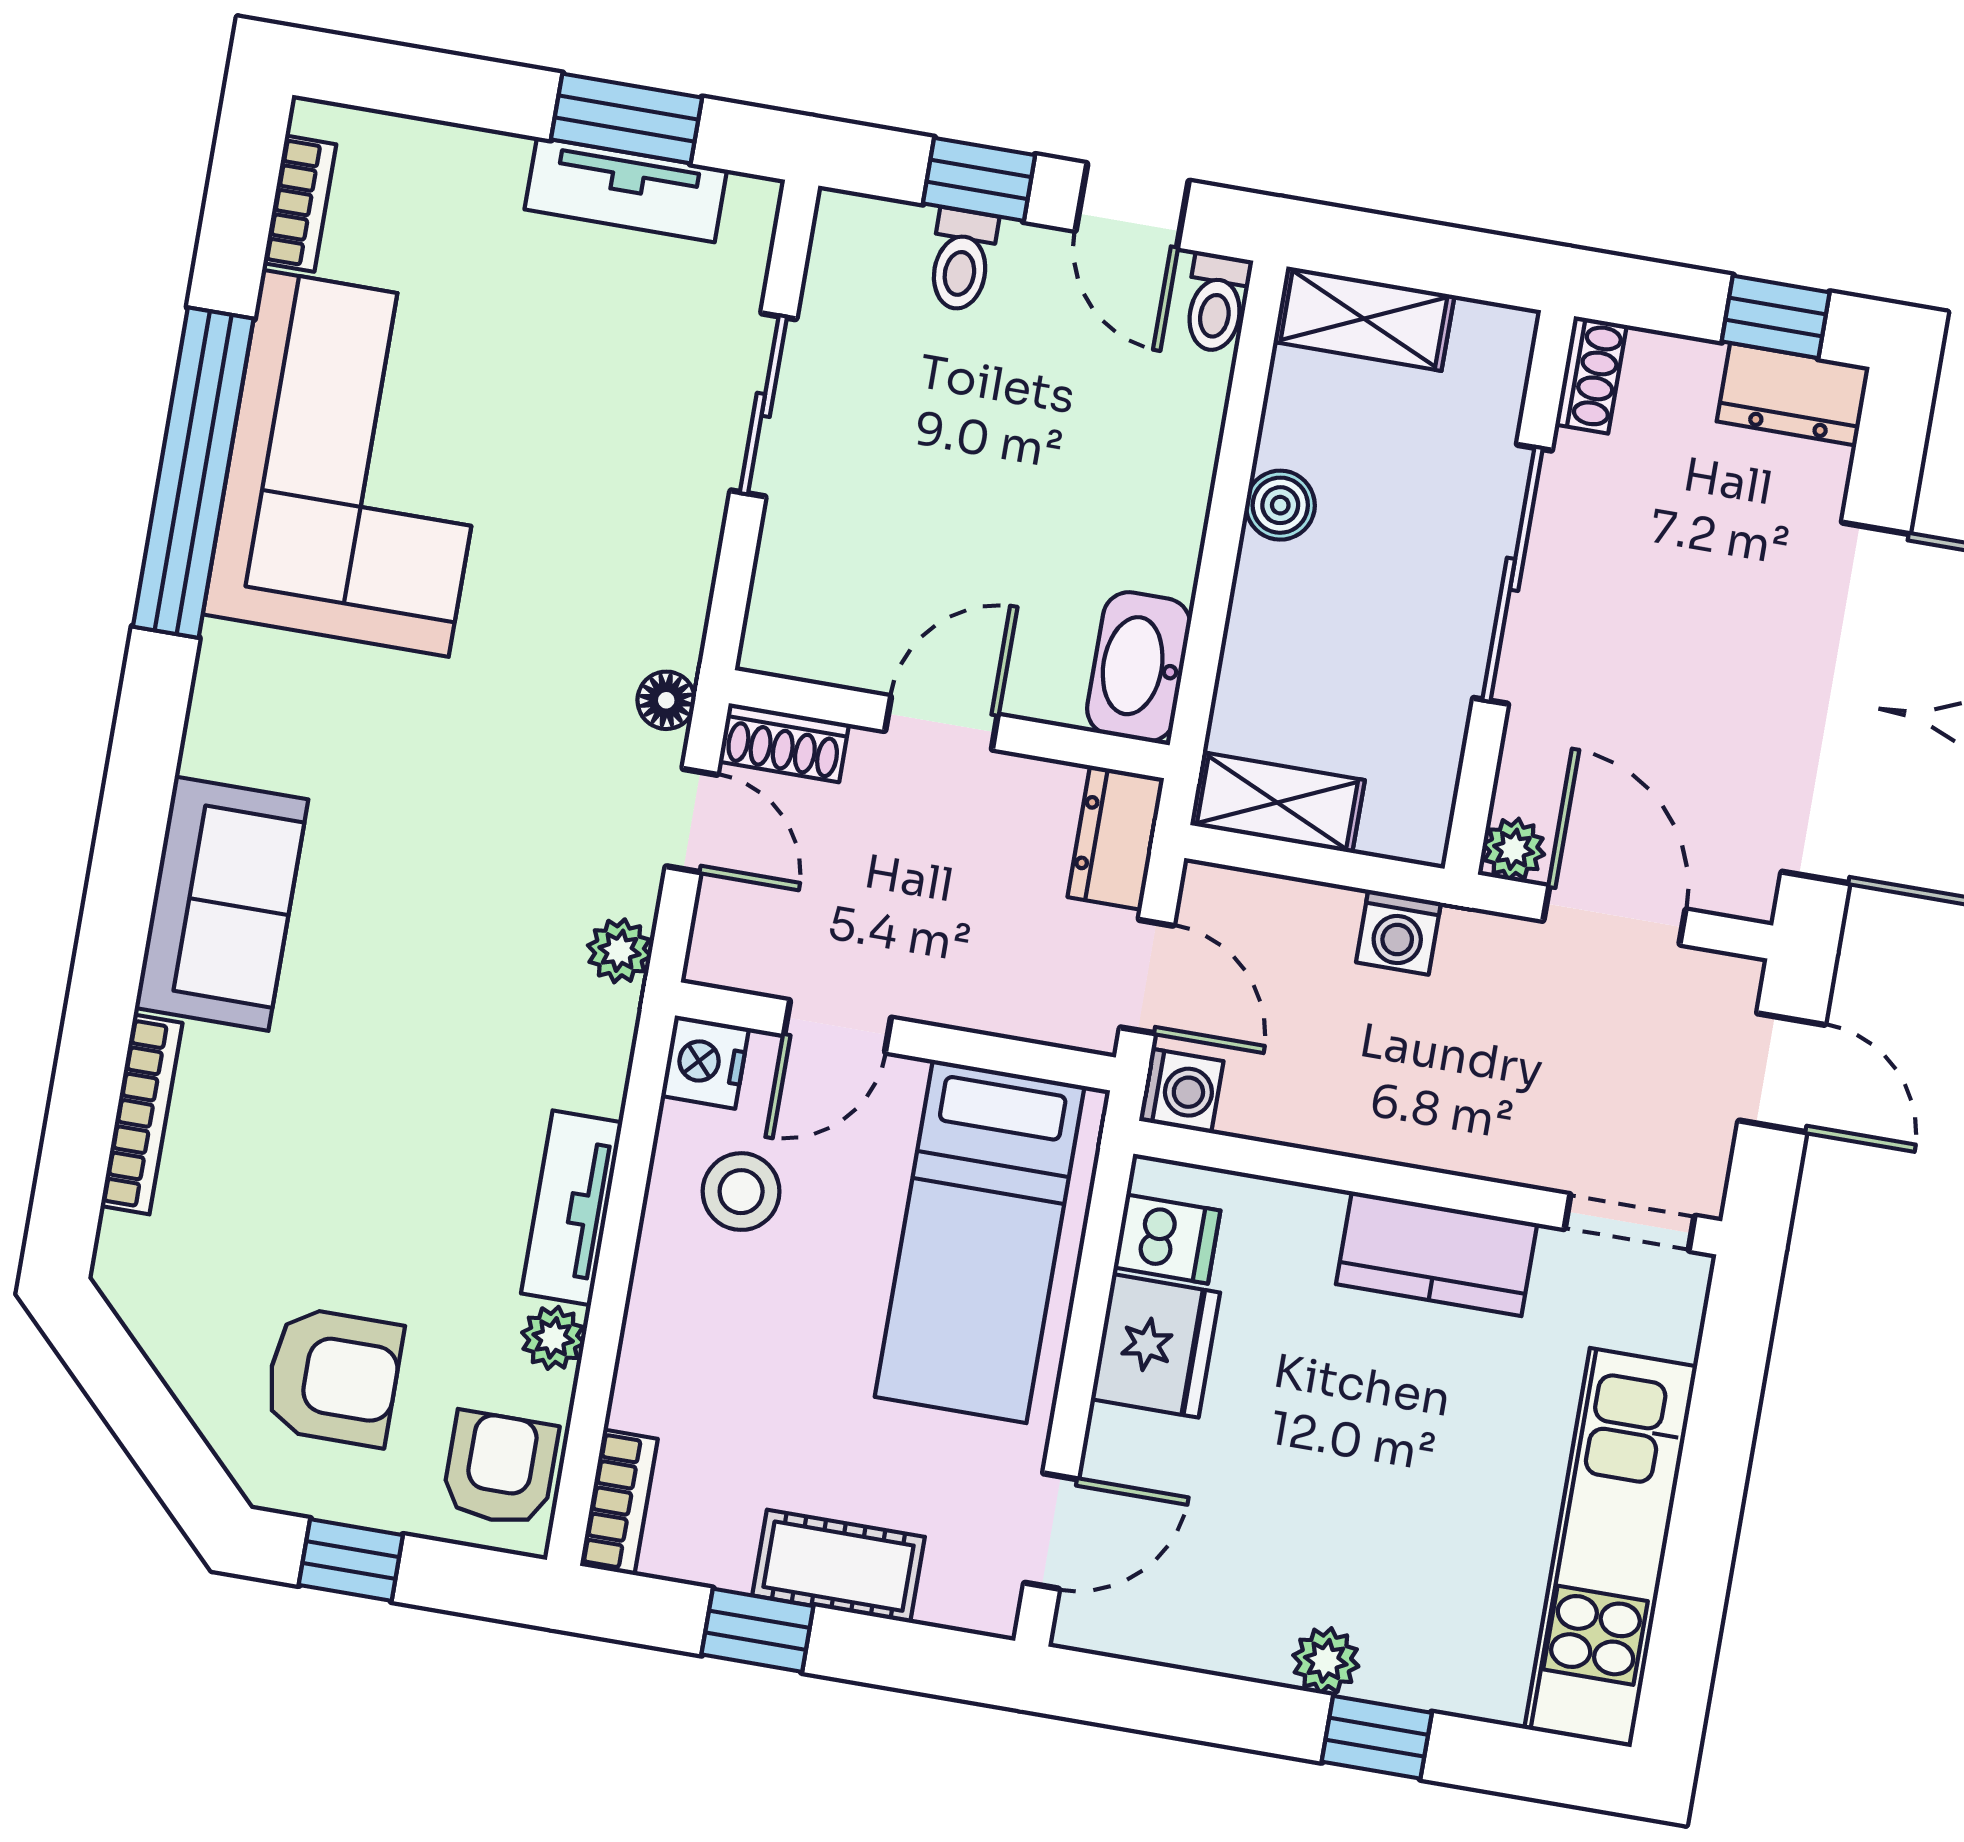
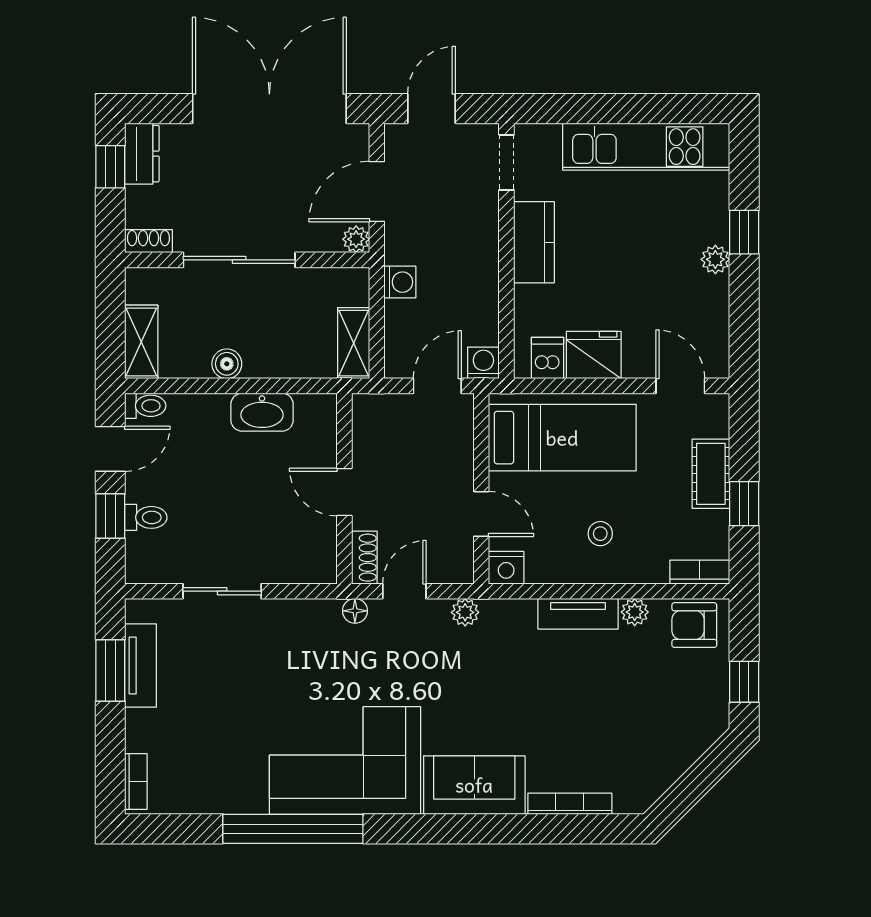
bookcase: (300, 204) -> (136, 781), moved, turned 90
corner sofa: (355, 463) -> (345, 761), moved
washbasin: (1139, 667) -> (262, 412), moved
dresser: (1116, 838) -> (380, 409), removed
stool: (741, 1192) -> (600, 534), moved, width x0.73, depth x0.73
armchair: (333, 1377) -> (667, 703), removed

